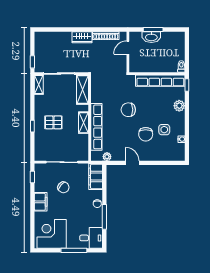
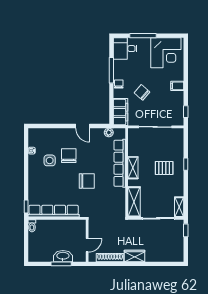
plant: (179, 106) -> (34, 185), removed
chair: (63, 187) -> (142, 92), moved
filing cabinet: (41, 202) -> (177, 86), width x0.50

